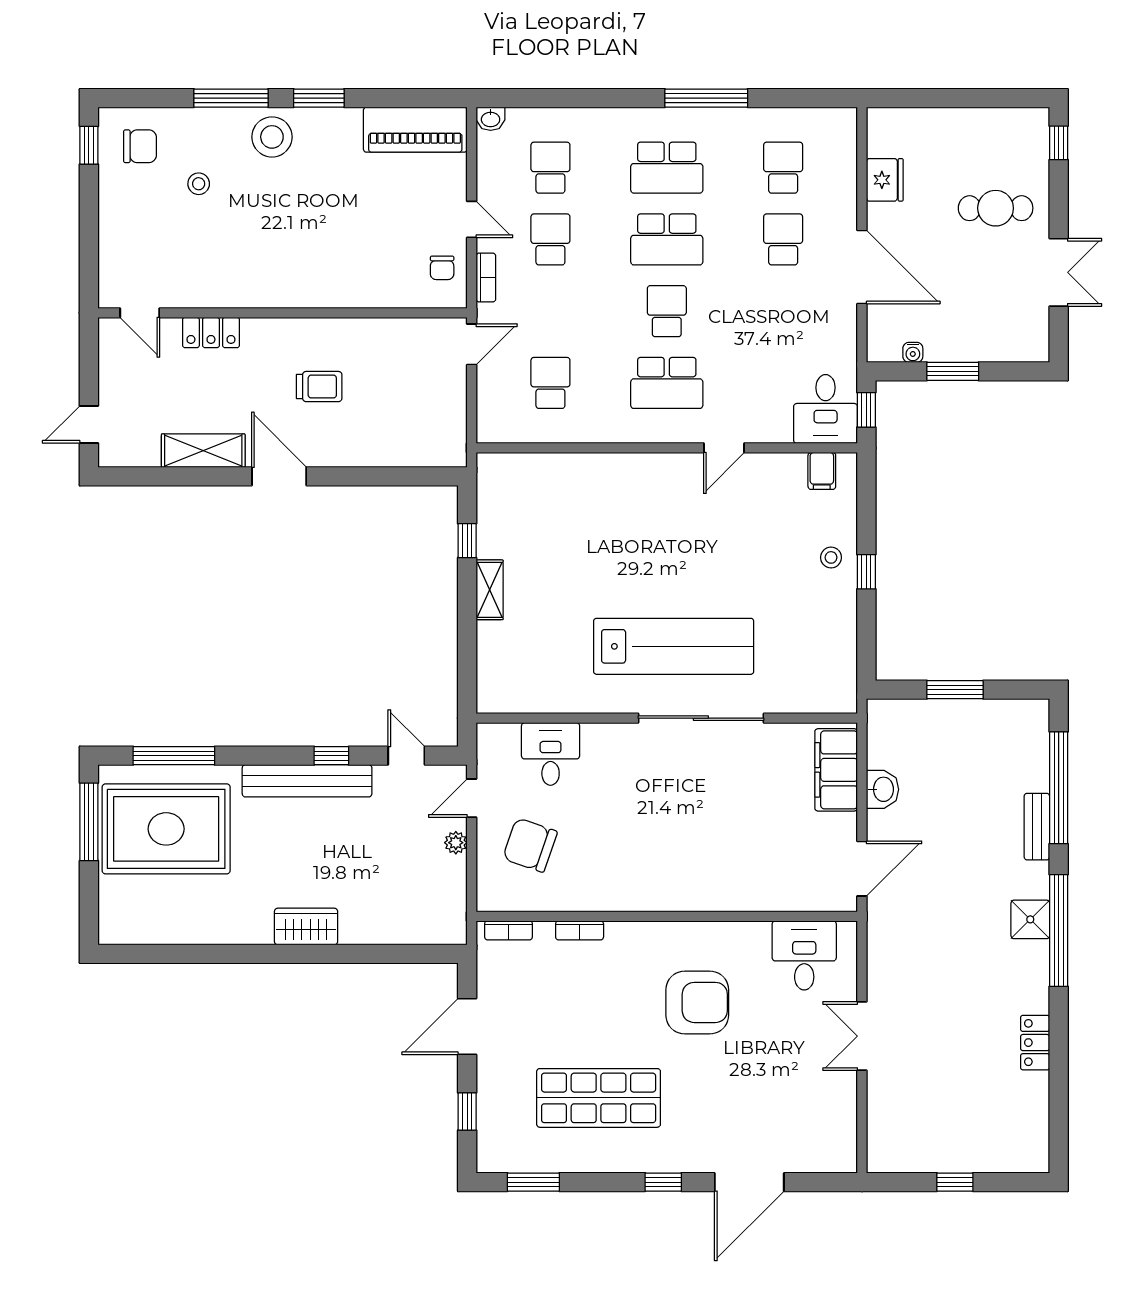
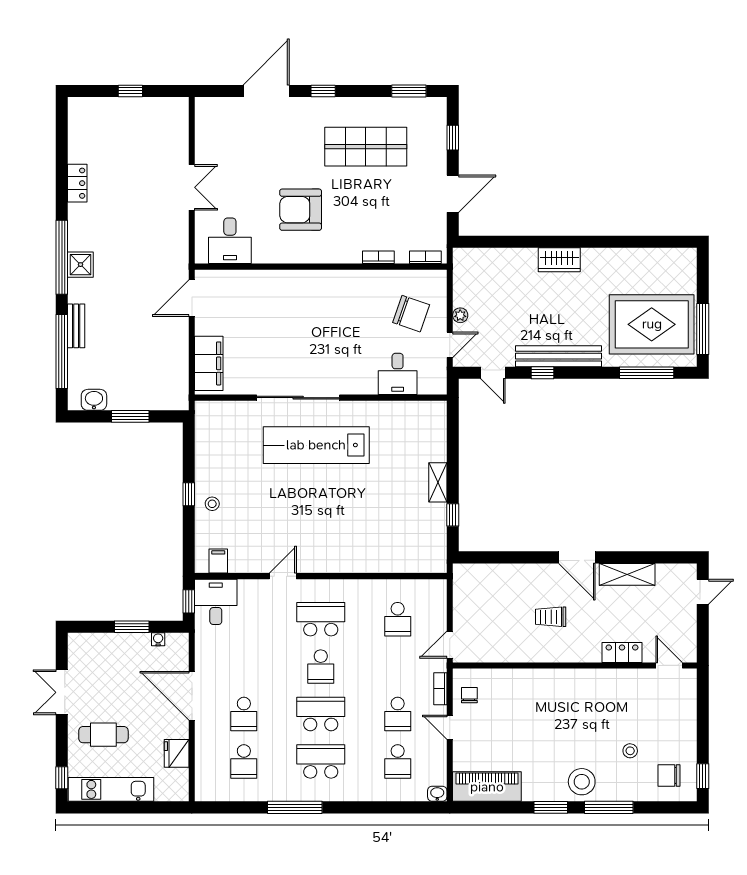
kitchen unit: (984, 125) -> (111, 789), added
washbasin: (883, 789) -> (94, 400), moved, turned 90

